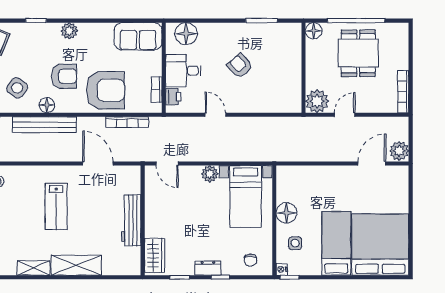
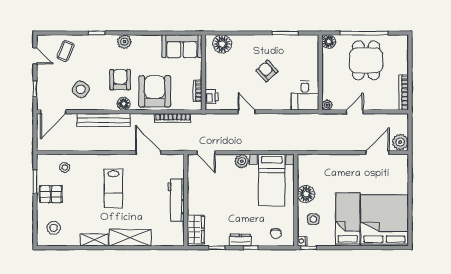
desk: (183, 71) -> (305, 95), moved, turned -90
armchair: (64, 76) -> (120, 80), turned -90
armchair: (106, 90) -> (155, 91), turned -90
plant: (317, 101) -> (327, 105), width x0.53, depth x0.53
floor lamp: (47, 105) -> (124, 104), moved

